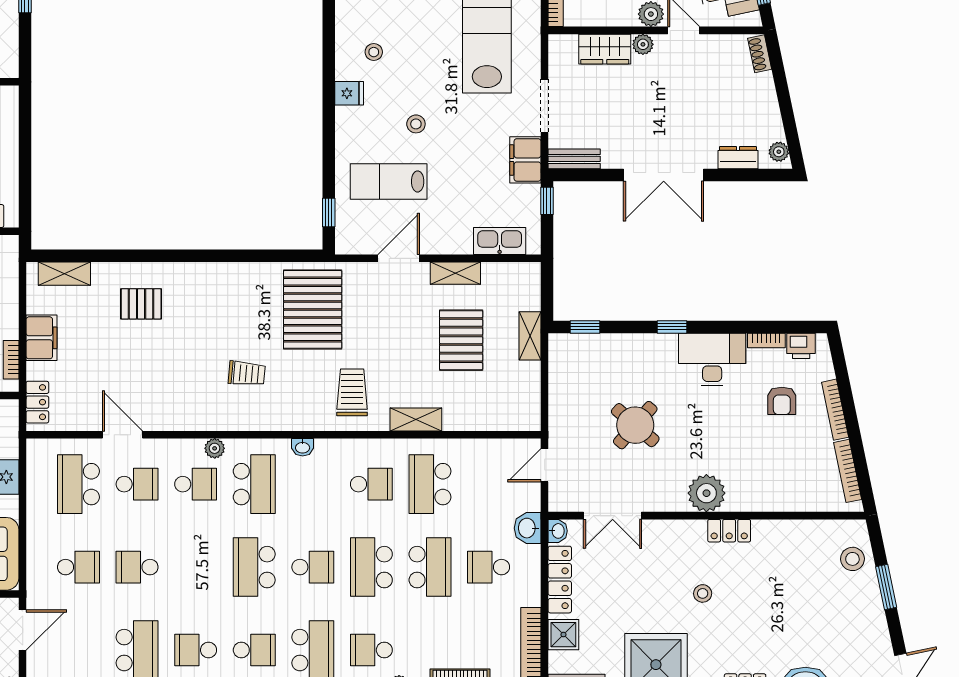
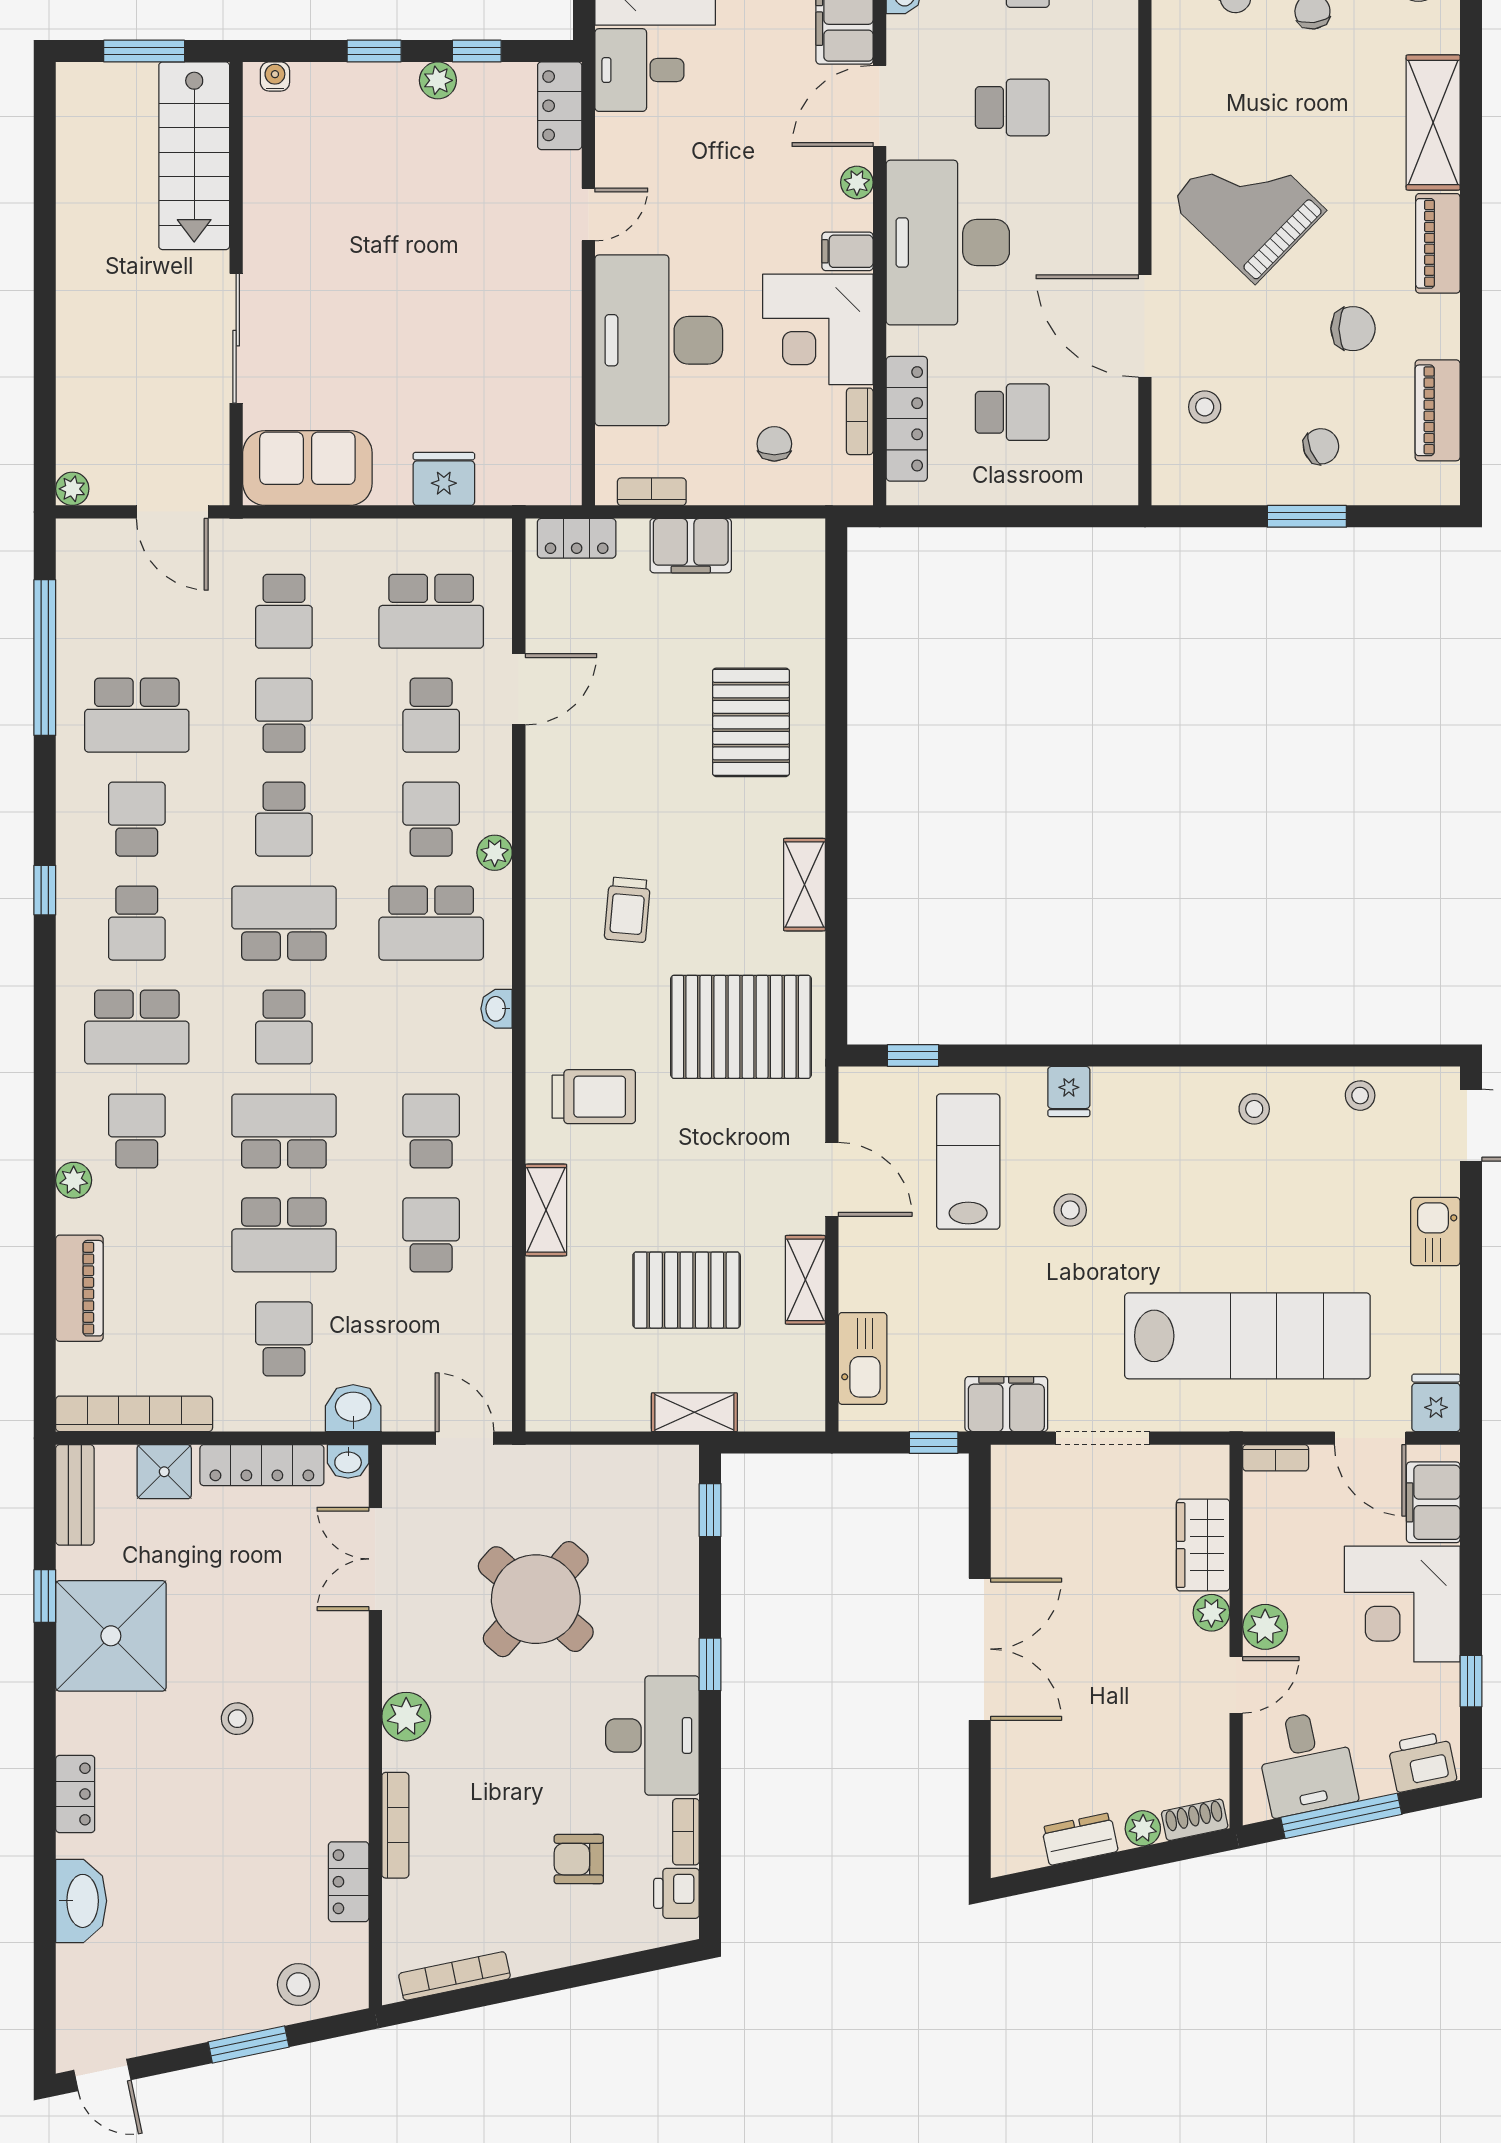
stool: (374, 52) -> (1254, 1109), moved
fridge: (349, 93) -> (1069, 1091), moved
plant: (779, 152) -> (1143, 1828), moved
dresser: (738, 158) -> (1080, 1839), moved, turned -102
bench: (574, 159) -> (1008, 1491), removed
double door: (664, 175) -> (980, 1649), swing flipped
shelving: (64, 274) -> (804, 885), moved
pallet: (141, 304) -> (751, 722), width x1.50, depth x1.42
bookcase: (835, 410) -> (395, 1825), moved, turned 102
round table: (635, 425) -> (536, 1599), width x1.36, depth x1.36
school desk: (78, 484) -> (431, 611), turned 180
school desk: (196, 484) -> (431, 819), turned 180
school desk: (371, 484) -> (431, 1131), turned 180
school desk: (430, 484) -> (431, 1235), width x0.54
plant: (706, 493) -> (406, 1717), width x0.73, depth x0.73
locker: (729, 531) -> (349, 1882), moved
school desk: (196, 567) -> (284, 819), added

